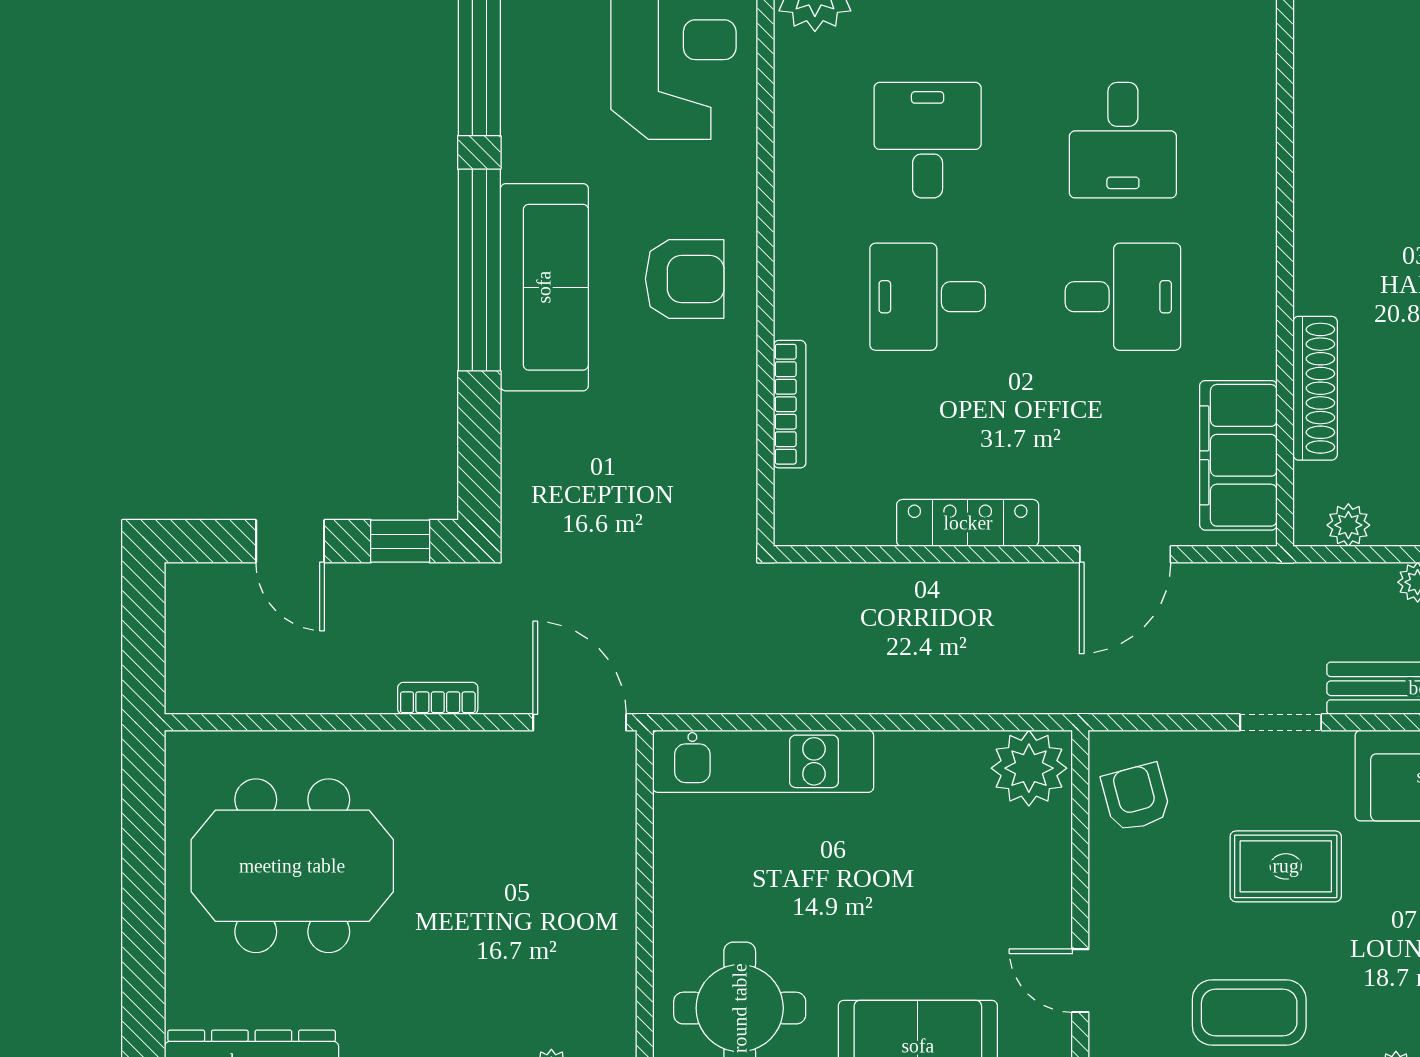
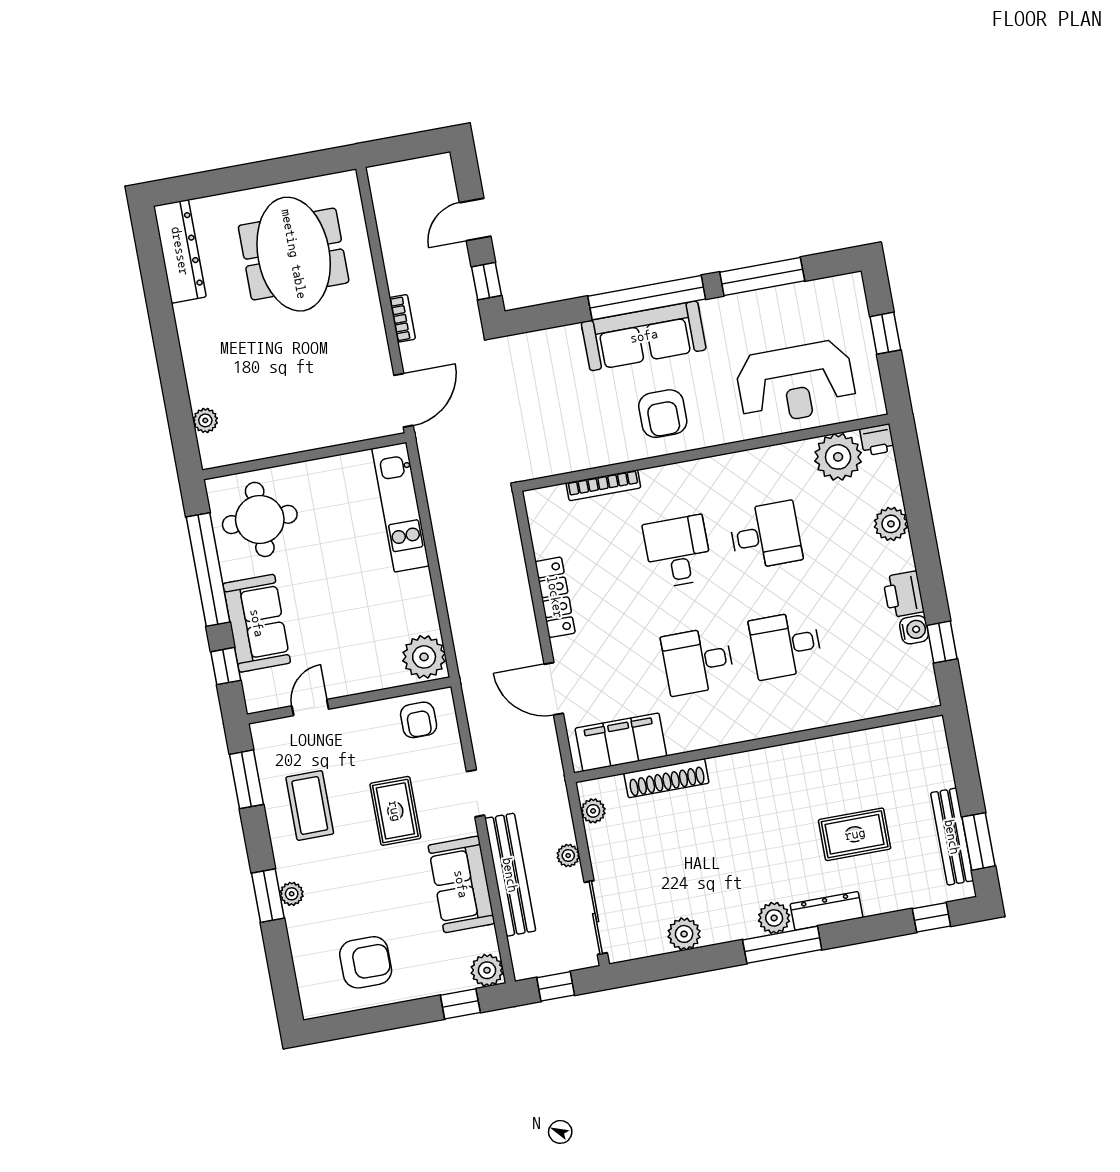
desk: (1123, 297) -> (698, 661), turned 90
armchair: (1136, 798) -> (419, 720), turned 105

